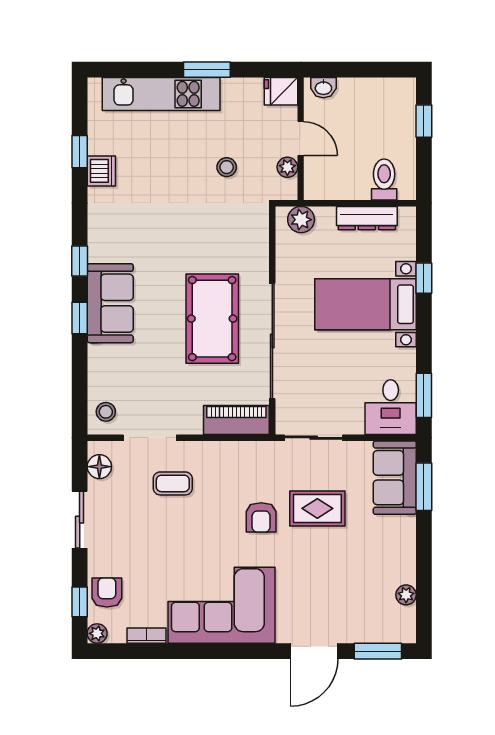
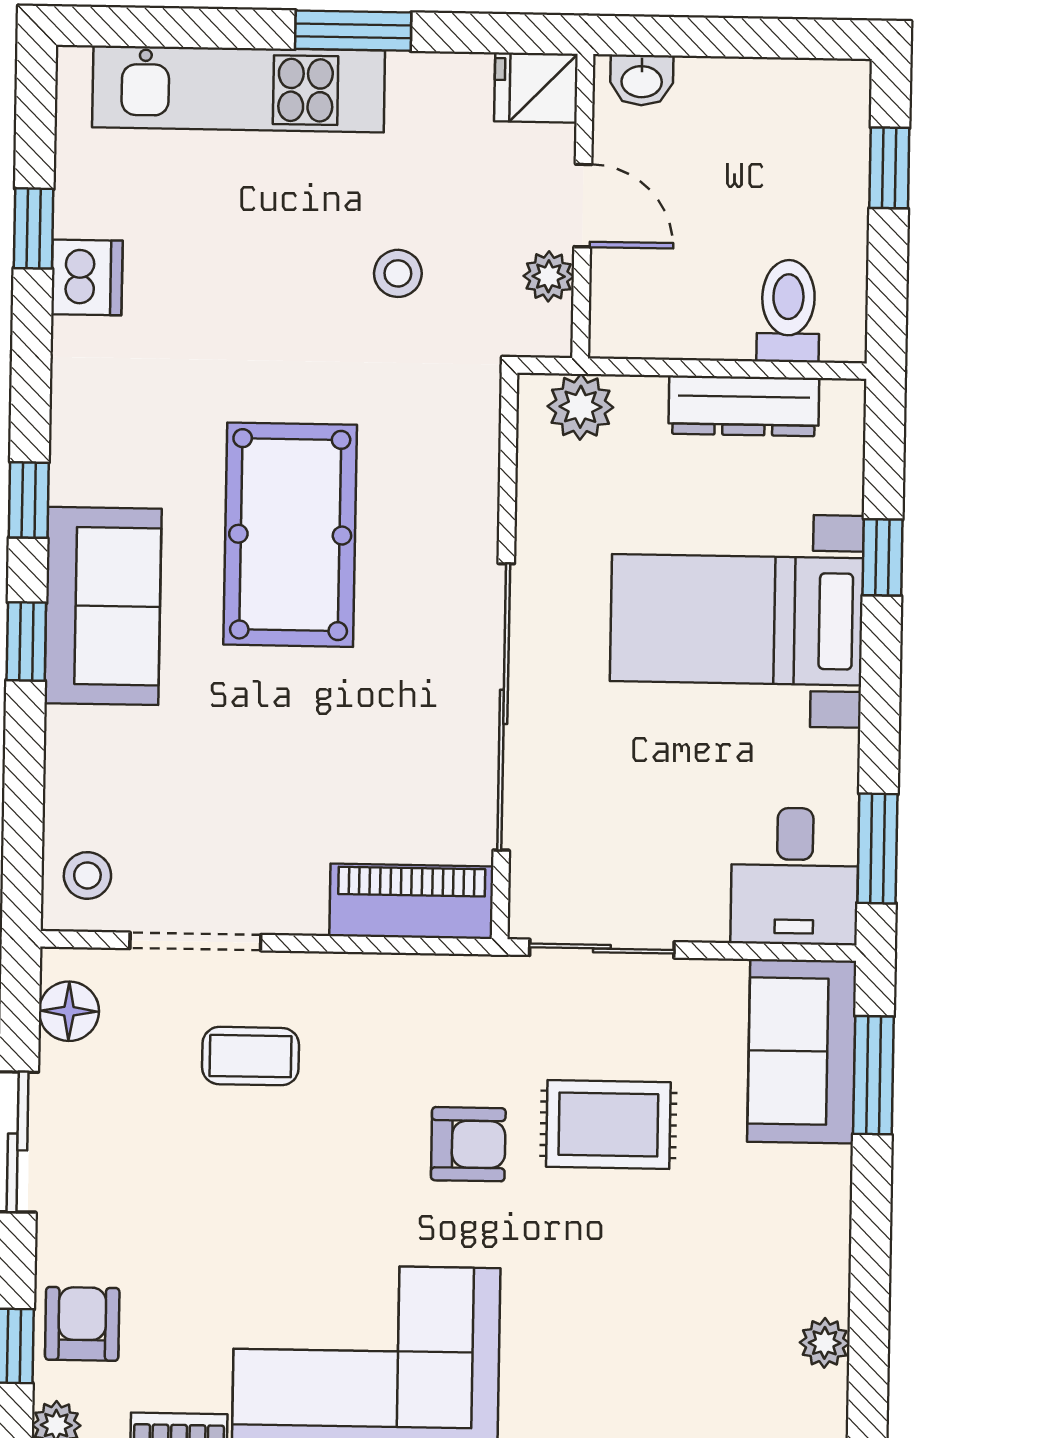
pool table: (212, 319) -> (290, 535), moved
armchair: (261, 517) -> (468, 1144), turned -90

